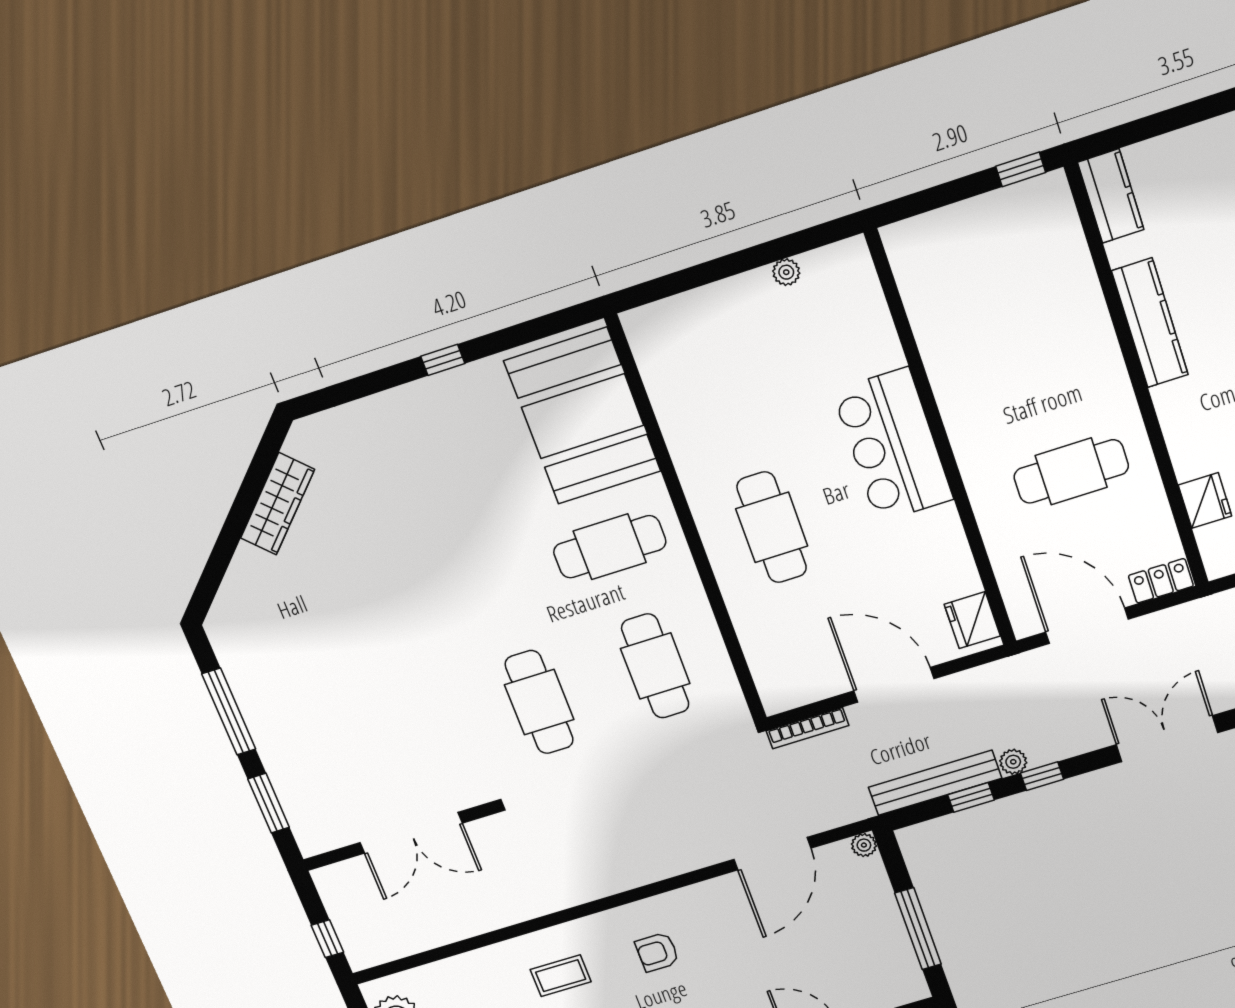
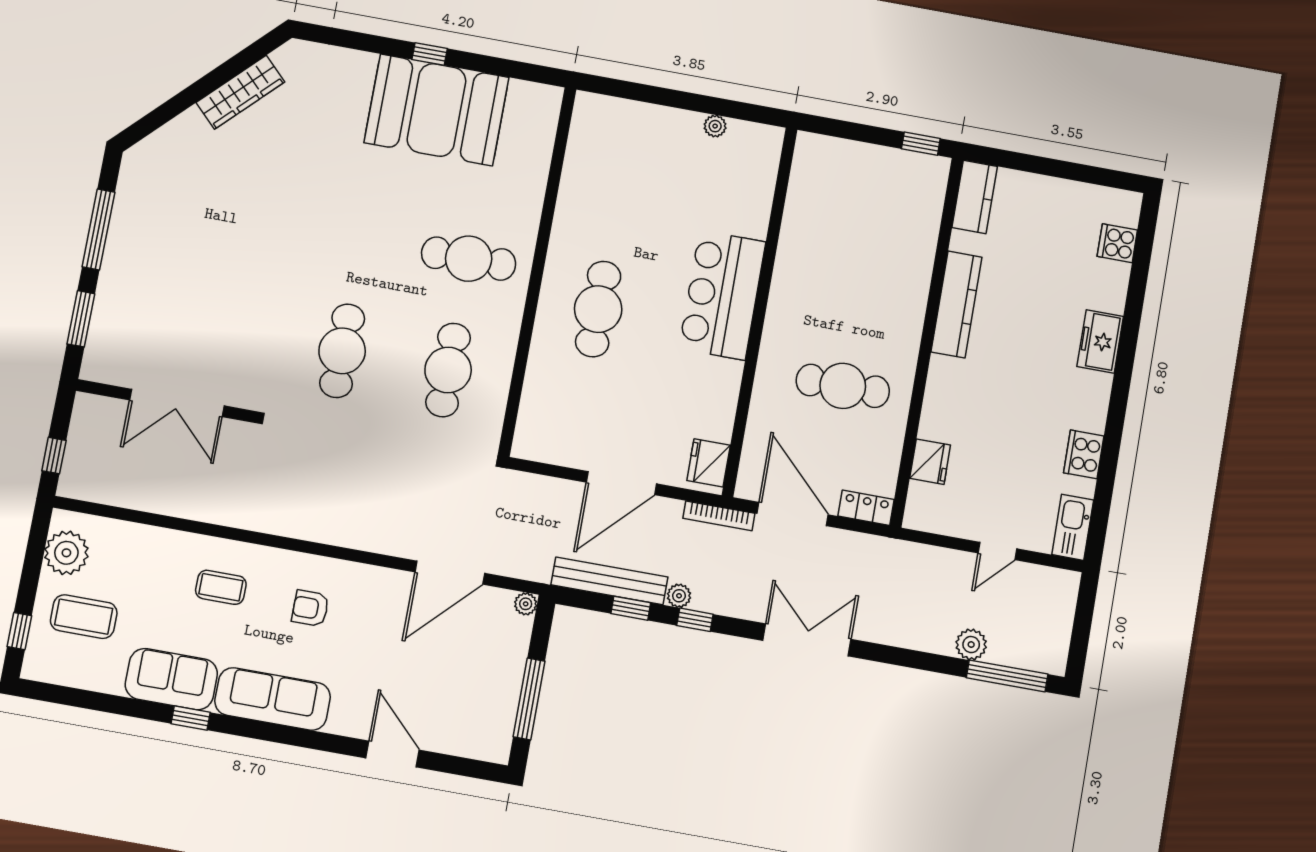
booth: (583, 416) -> (436, 110), moved, turned 90
door: (894, 685) -> (621, 483), swing flipped
bookcase: (808, 728) -> (719, 516), moved

